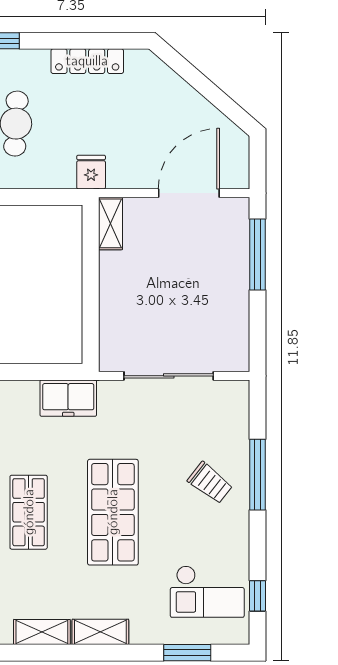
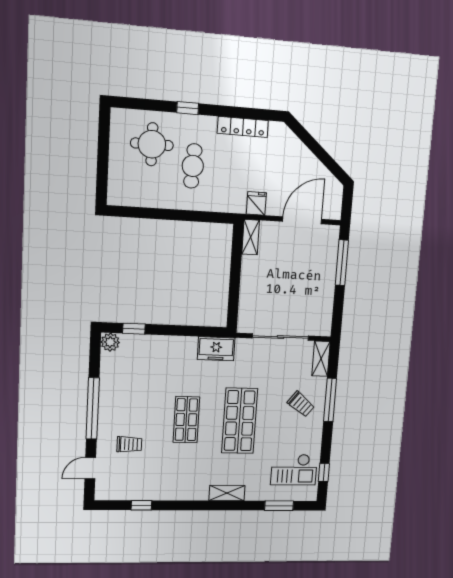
fridge: (91, 172) -> (256, 203), moved
shelving: (42, 632) -> (321, 359), moved, turned 90

